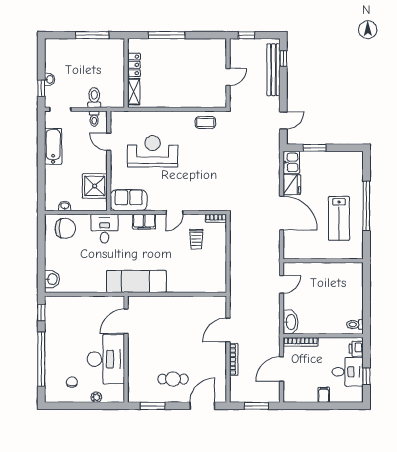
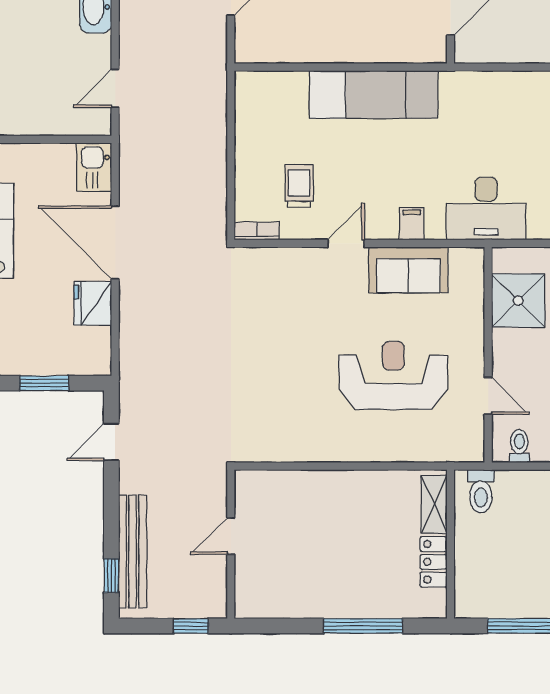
toilet: (94, 98) -> (481, 491), moved
coffee table: (205, 123) -> (279, 437), removed
reception desk: (153, 151) -> (393, 375), turned 180
kitchen sink: (291, 162) -> (94, 167), moved
sofa: (129, 200) -> (408, 270), moved
filing cabinet: (144, 222) -> (412, 224), width x0.50
desk: (105, 229) -> (486, 209), width x1.37
exam couch: (136, 281) -> (374, 95), moved

